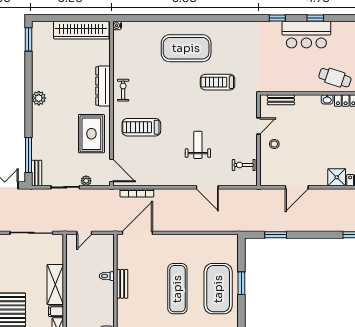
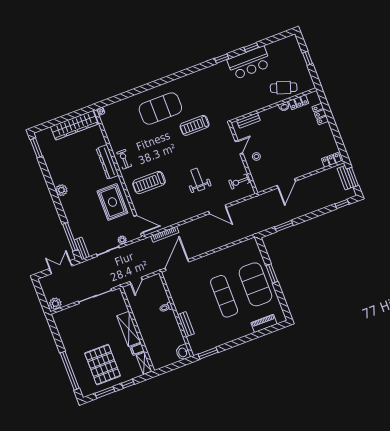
shower: (337, 177) -> (314, 164), removed
bench: (122, 284) -> (186, 324), moved

